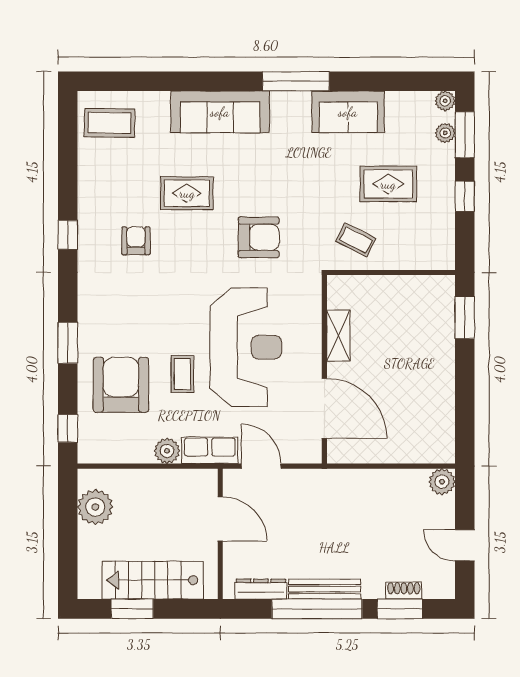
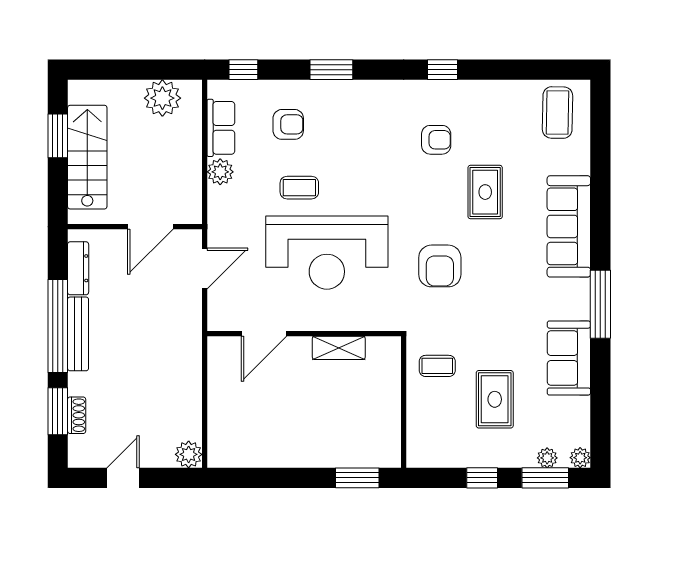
coffee table: (356, 240) -> (437, 366), turned 63
armchair: (121, 385) -> (288, 124), width x0.53, depth x0.53
door: (324, 408) -> (264, 334), width x0.73
row of seats: (210, 450) -> (221, 128), moved

